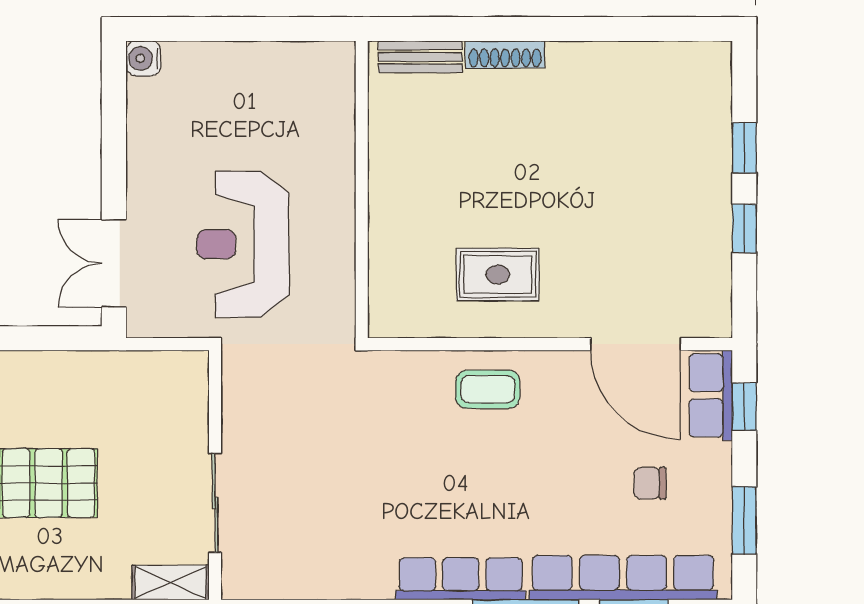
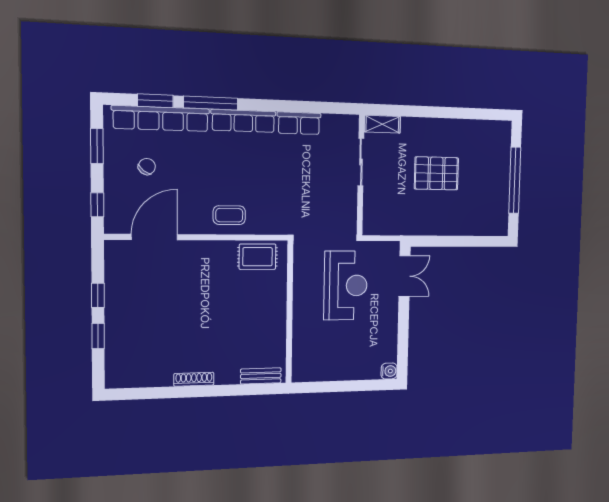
shoe rack: (505, 54) -> (194, 379), moved
rug: (498, 274) -> (258, 257), moved
door: (635, 344) -> (154, 237), hinge flipped
row of seats: (711, 395) -> (299, 123), moved, turned 90
chair: (650, 483) -> (147, 166), turned -52

